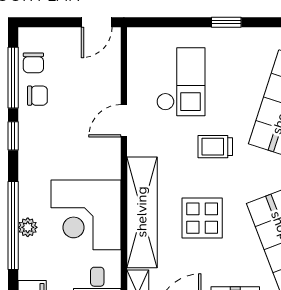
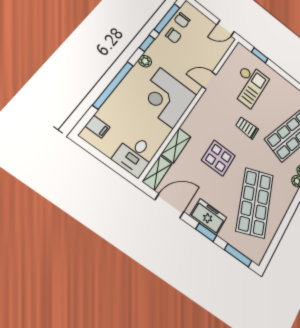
window: (226, 22) -> (260, 55), moved
shelving: (142, 212) -> (176, 145), width x0.45, depth x0.75
corner desk: (86, 215) -> (167, 98), moved
plant: (28, 227) -> (145, 61), moved

